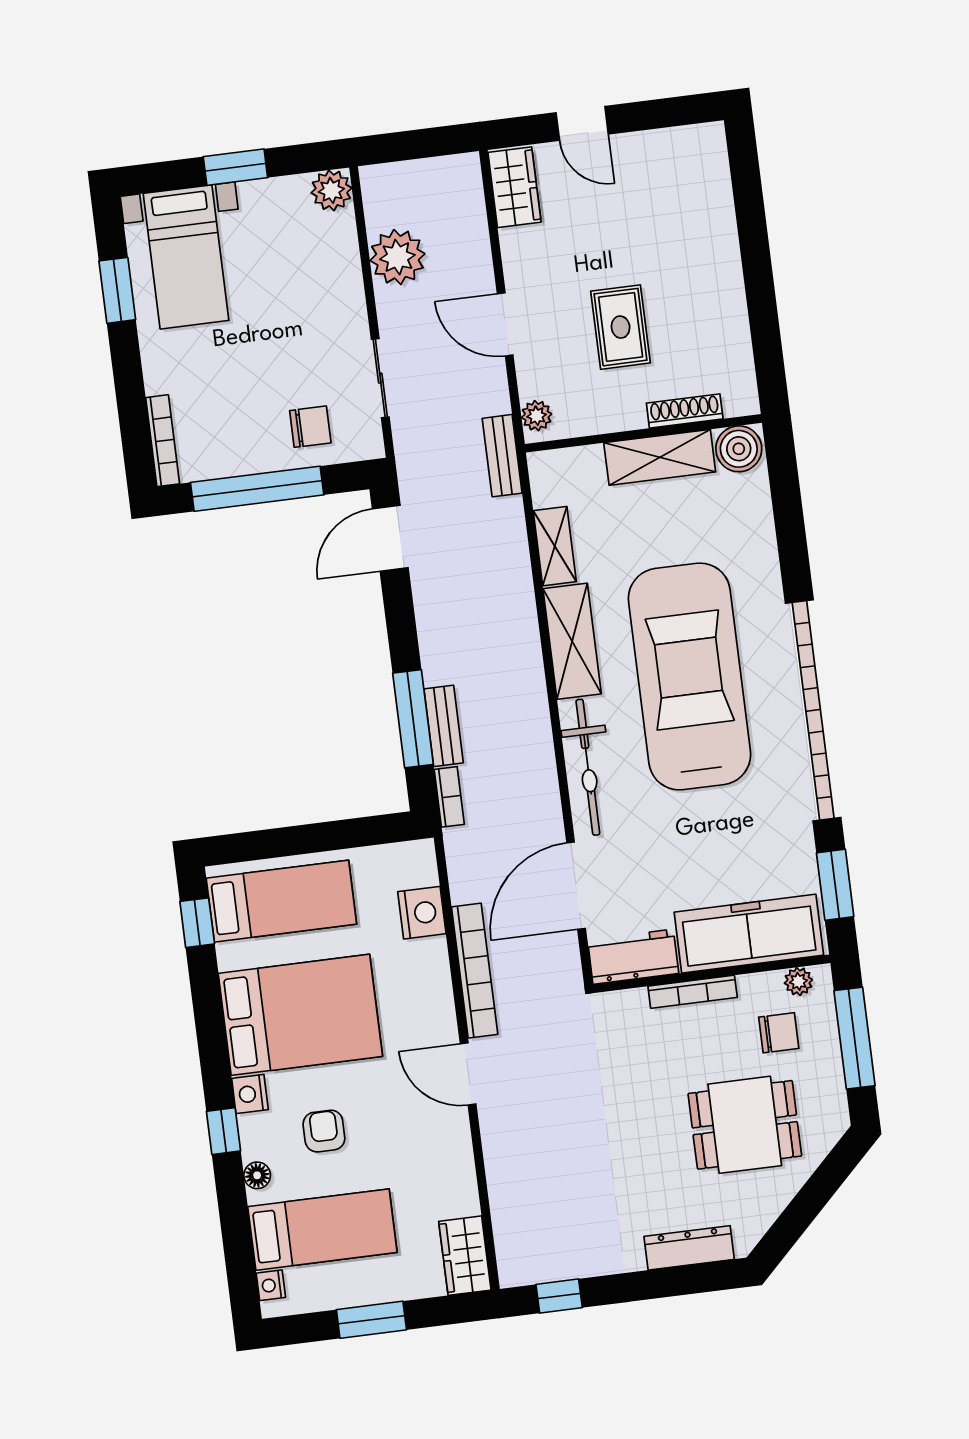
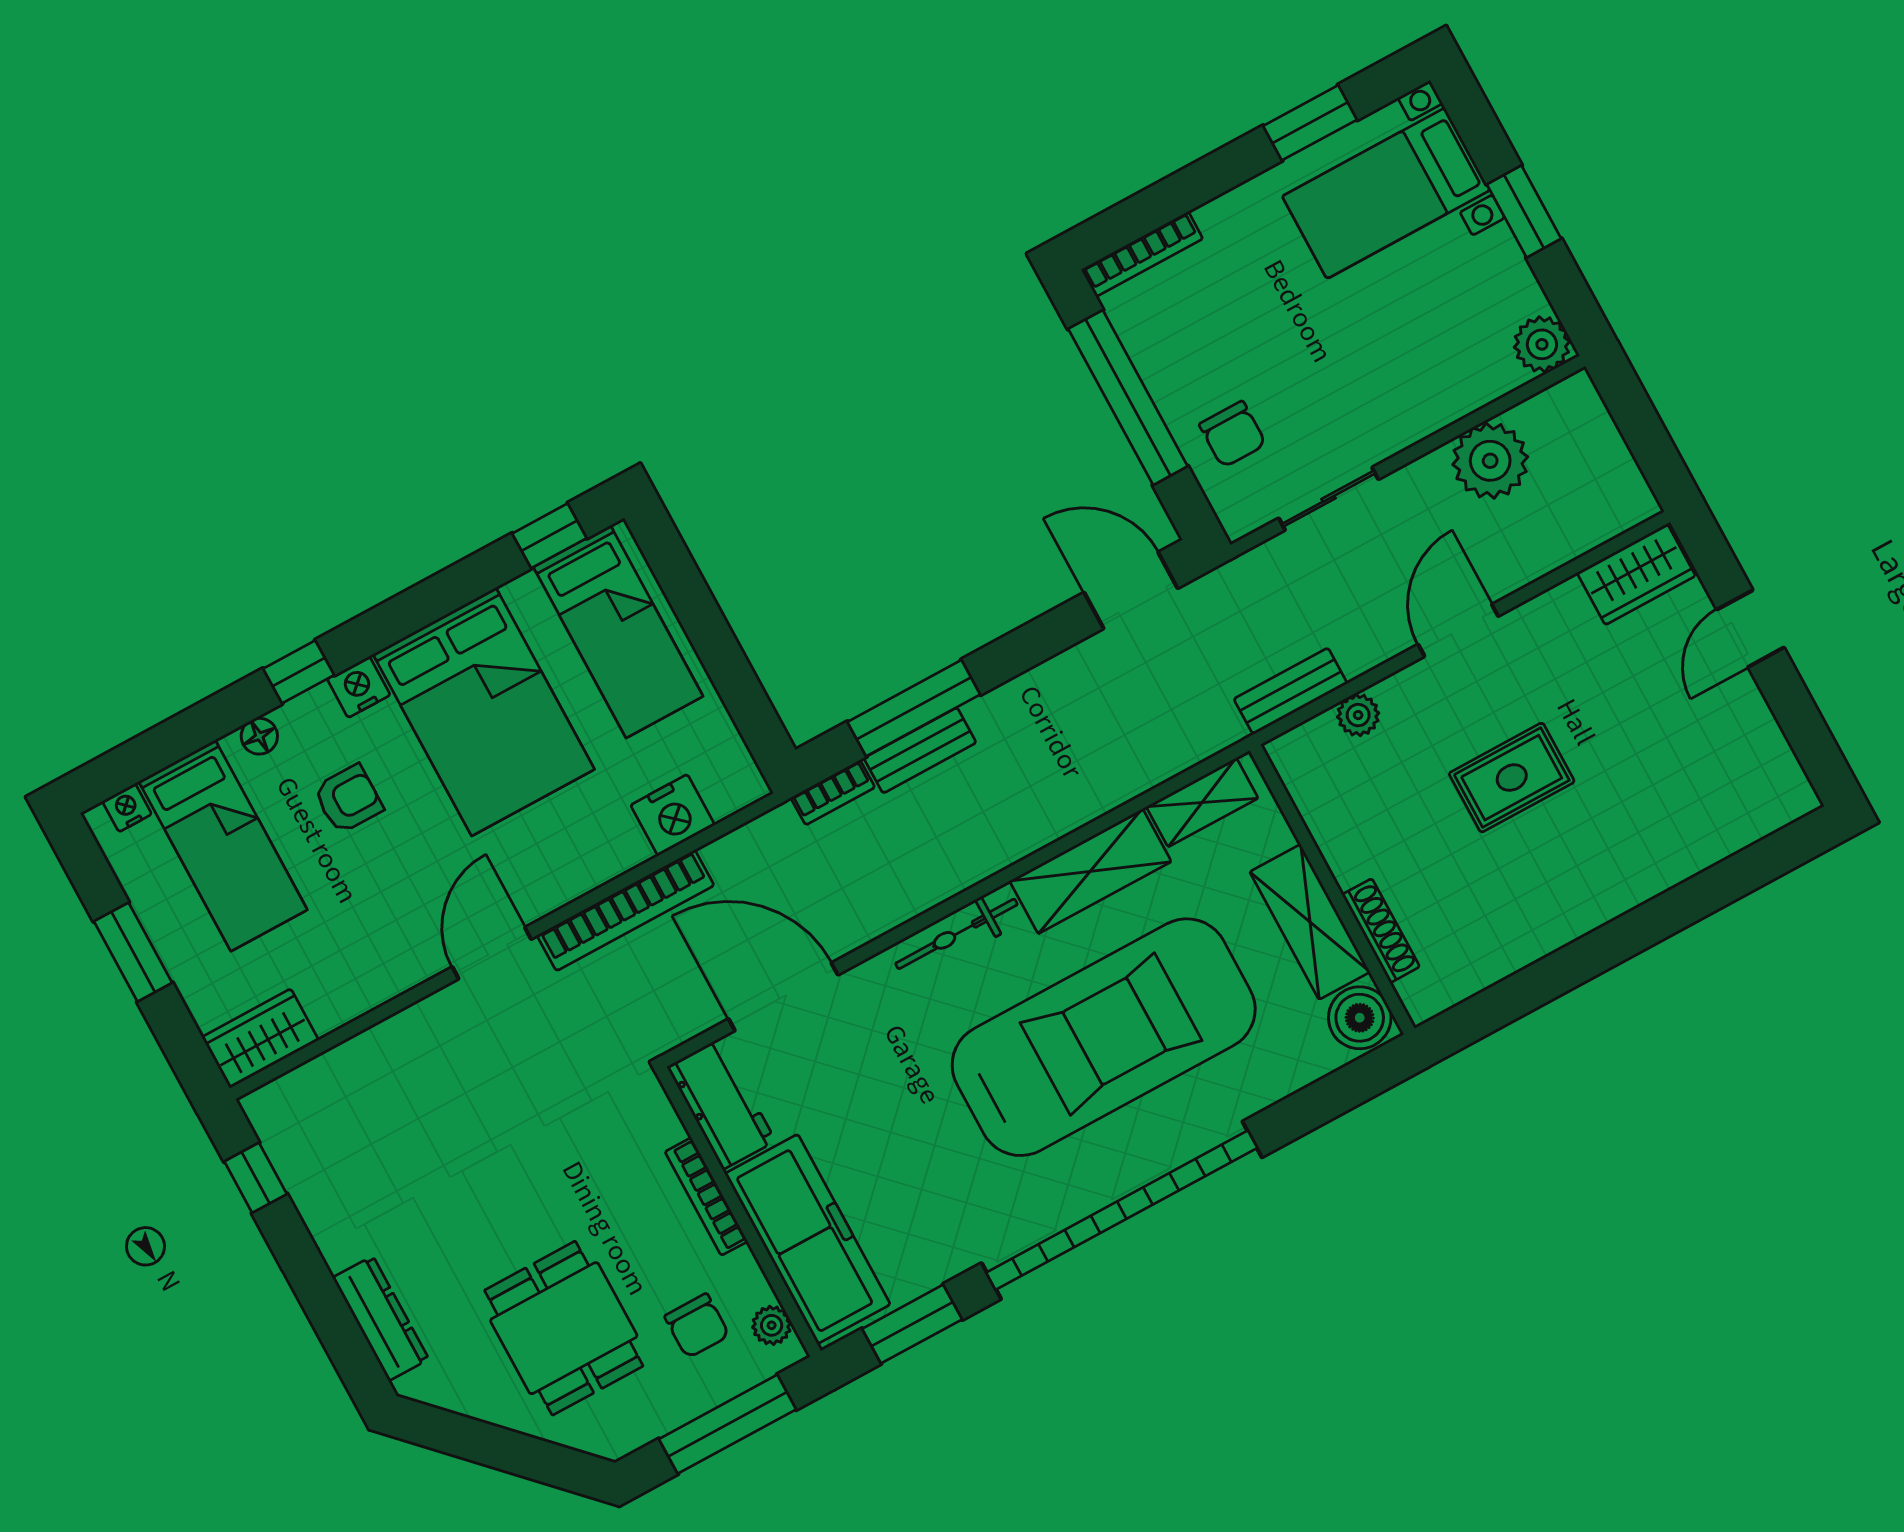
shoe rack: (685, 411) -> (1381, 931), moved
wall: (643, 433) -> (1332, 889), moved
boiler: (739, 449) -> (1360, 1018), moved
shelving: (660, 457) -> (1310, 922), moved
bicycle: (588, 767) -> (956, 934), width x0.73, depth x0.71

